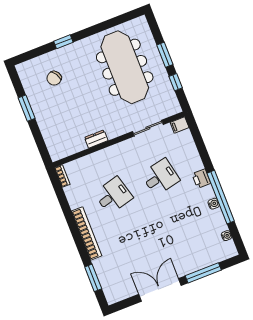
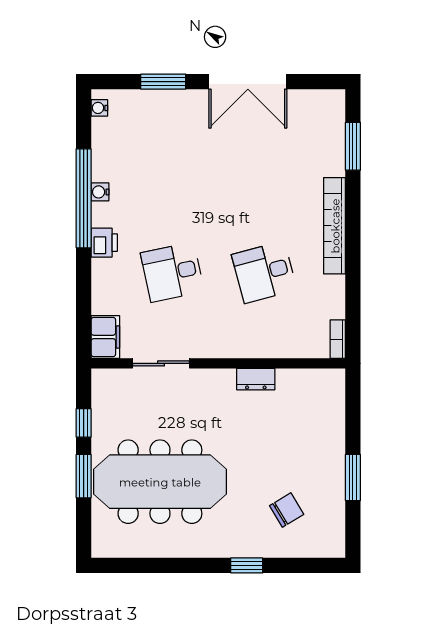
meeting table: (125, 67) -> (160, 482), turned 90
filing cabinet: (180, 125) -> (105, 337), width x2.00
water cooler: (227, 236) -> (99, 108), moved
window: (203, 273) -> (163, 82), width x0.69

